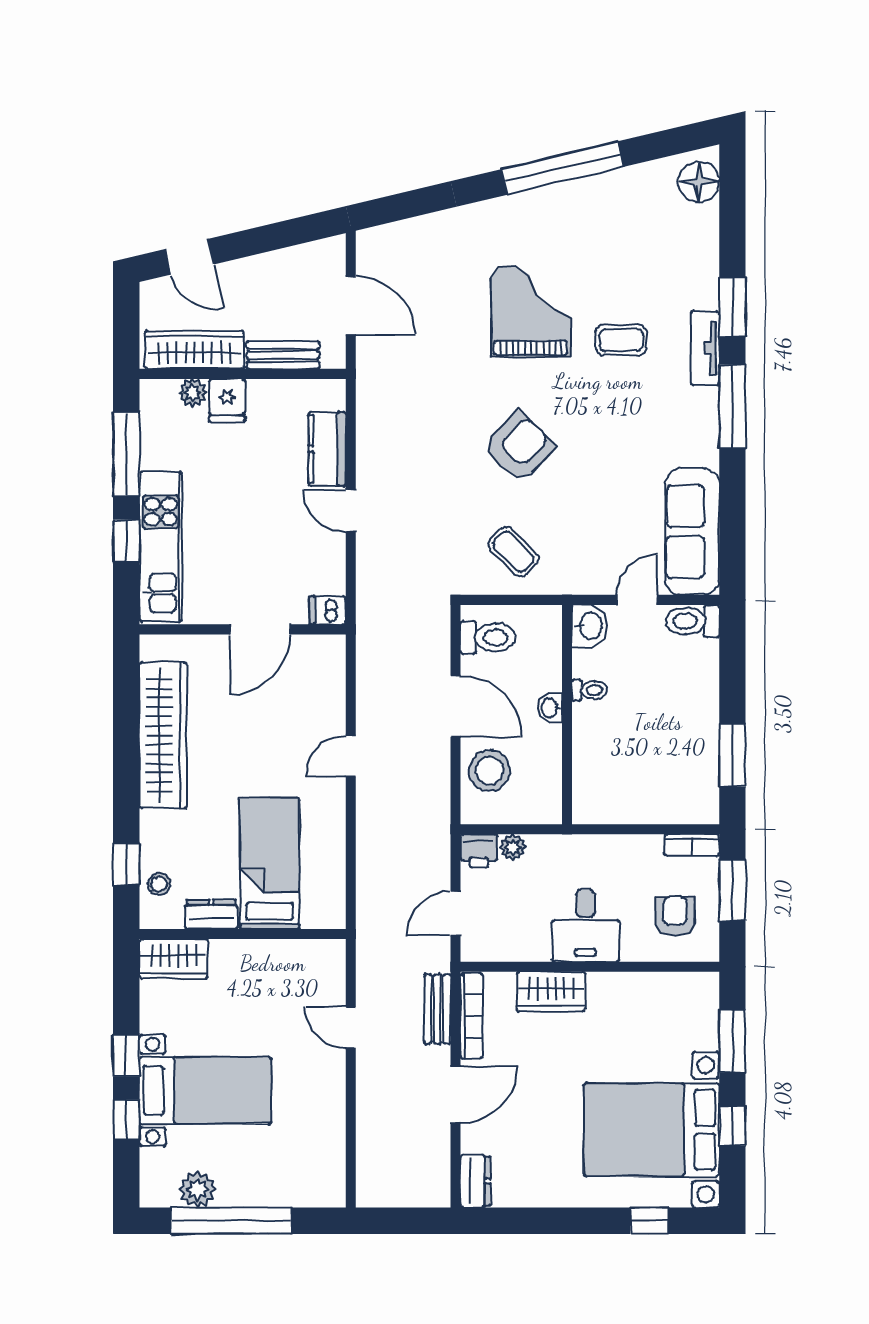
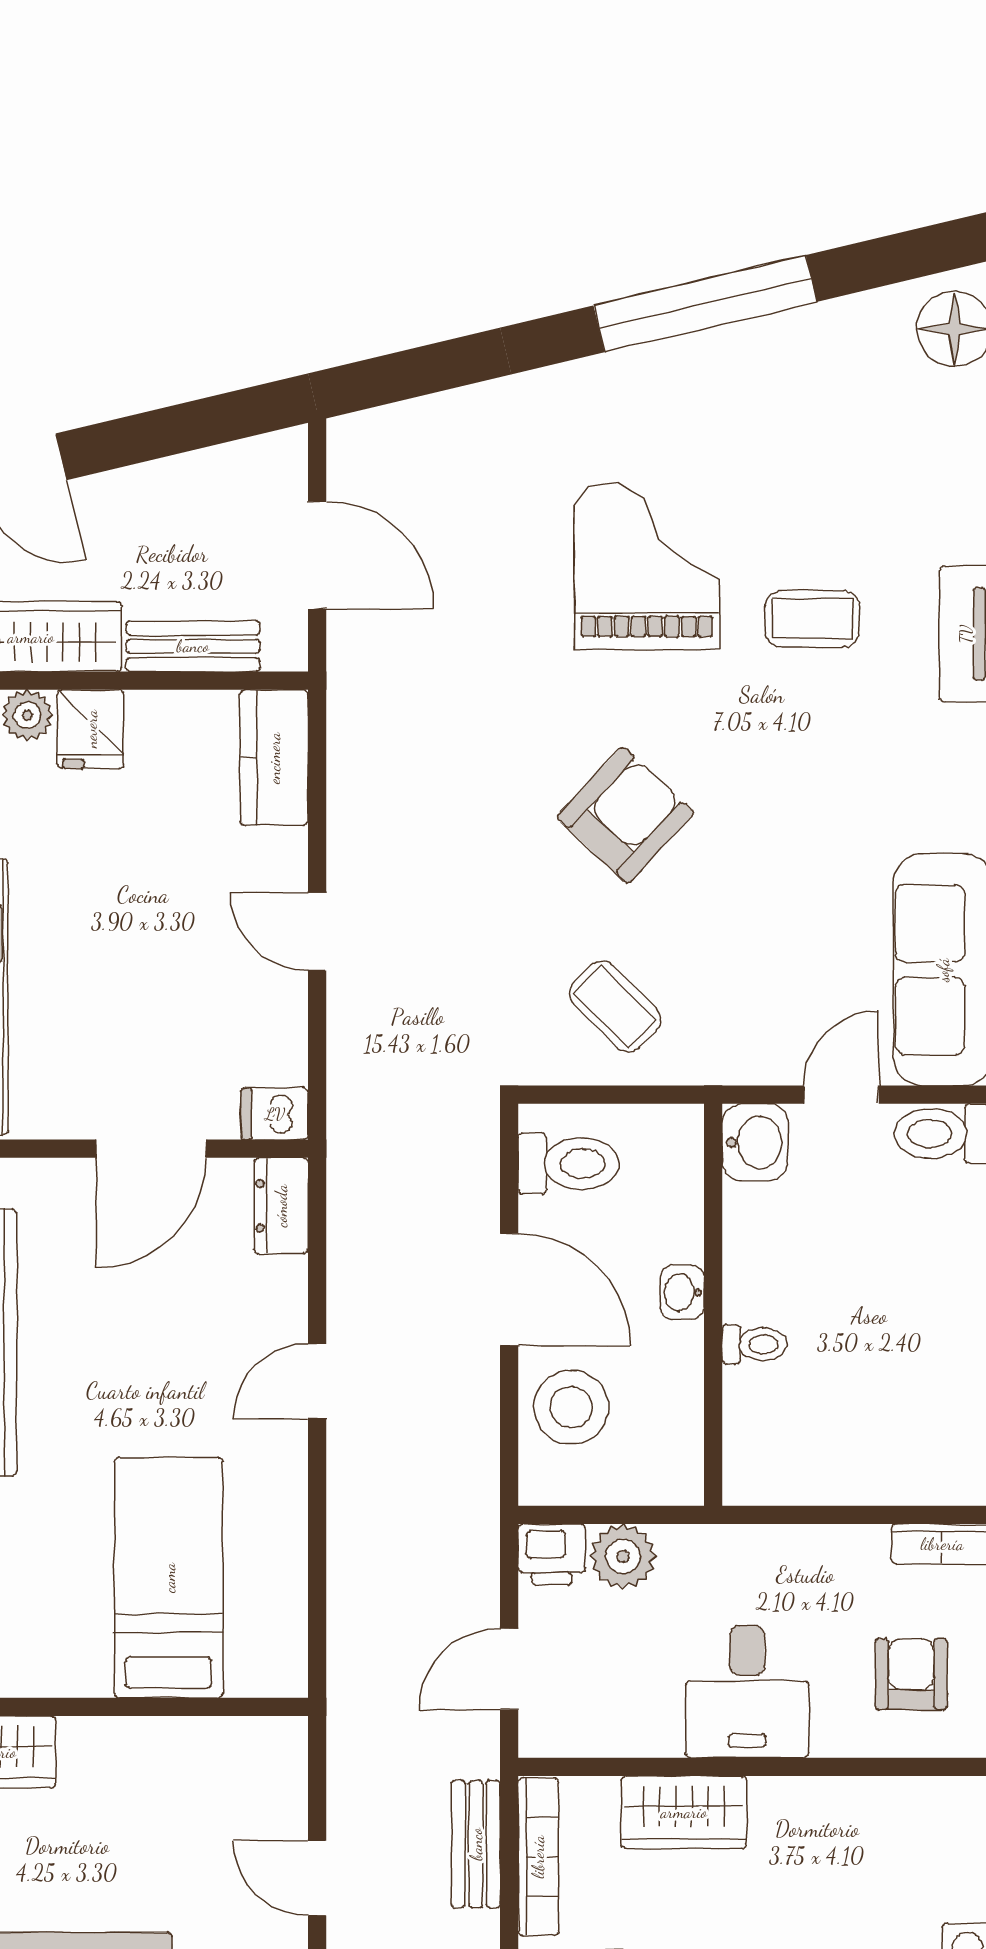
kitchen counter: (327, 449) -> (274, 758), moved
toilet: (589, 690) -> (754, 1344), moved
plant: (513, 847) -> (623, 1556), width x1.38, depth x1.38
dresser: (211, 914) -> (281, 1206), moved, turned -90

